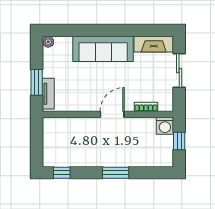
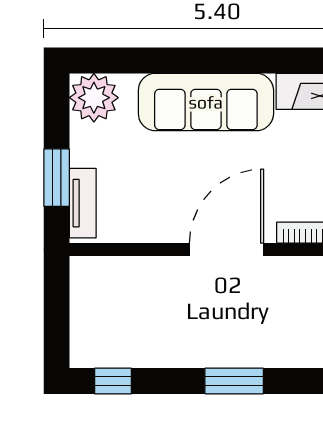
plant: (48, 42) -> (94, 98), width x1.87, depth x1.87
door: (112, 114) -> (226, 250), width x1.36

